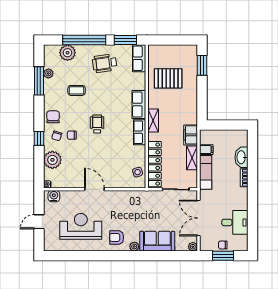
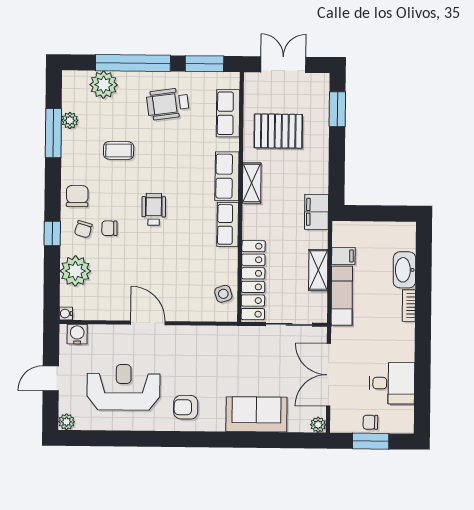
double door: (171, 40) -> (283, 65), added
row of seats: (139, 58) -> (228, 113), moved
shelving: (153, 121) -> (252, 183), moved
filing cabinet: (191, 135) -> (317, 212), moved
plant: (134, 247) -> (66, 422), moved

